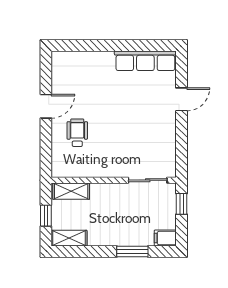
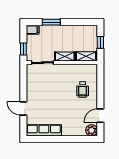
plant: (61, 61) -> (92, 130), added
door: (182, 99) -> (23, 109), hinge flipped
door: (46, 106) -> (100, 116), moved
shelving: (69, 238) -> (65, 56), moved

